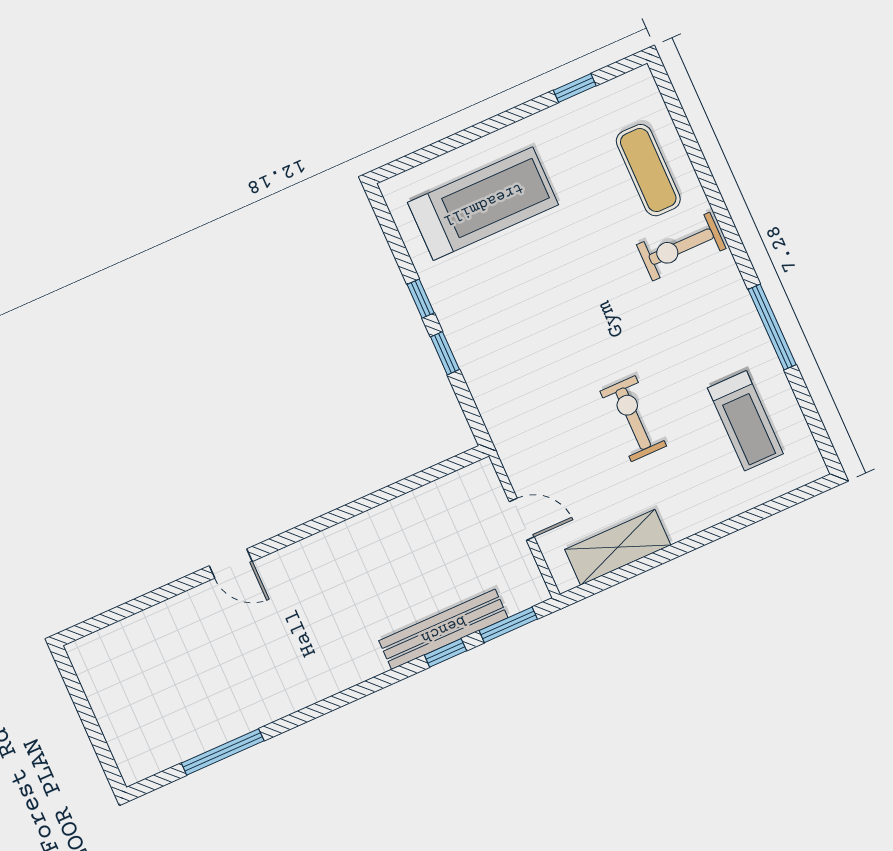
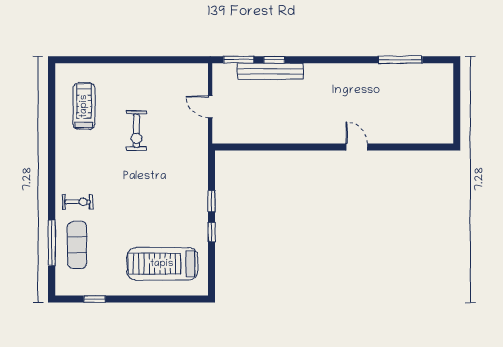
exercise bike: (681, 247) -> (78, 202), width x0.73, depth x0.72
window: (772, 327) -> (52, 243), moved
shelving: (618, 547) -> (171, 73), removed

